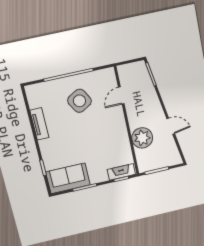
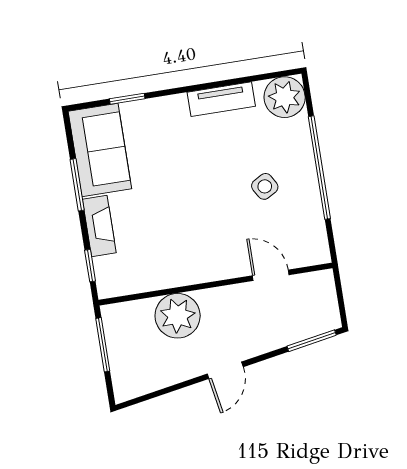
plant: (36, 94) -> (285, 97), added
side table: (79, 101) -> (265, 186), width x0.54, depth x0.54
door: (171, 126) -> (225, 370), moved
fireplace: (121, 172) -> (99, 226), moved

